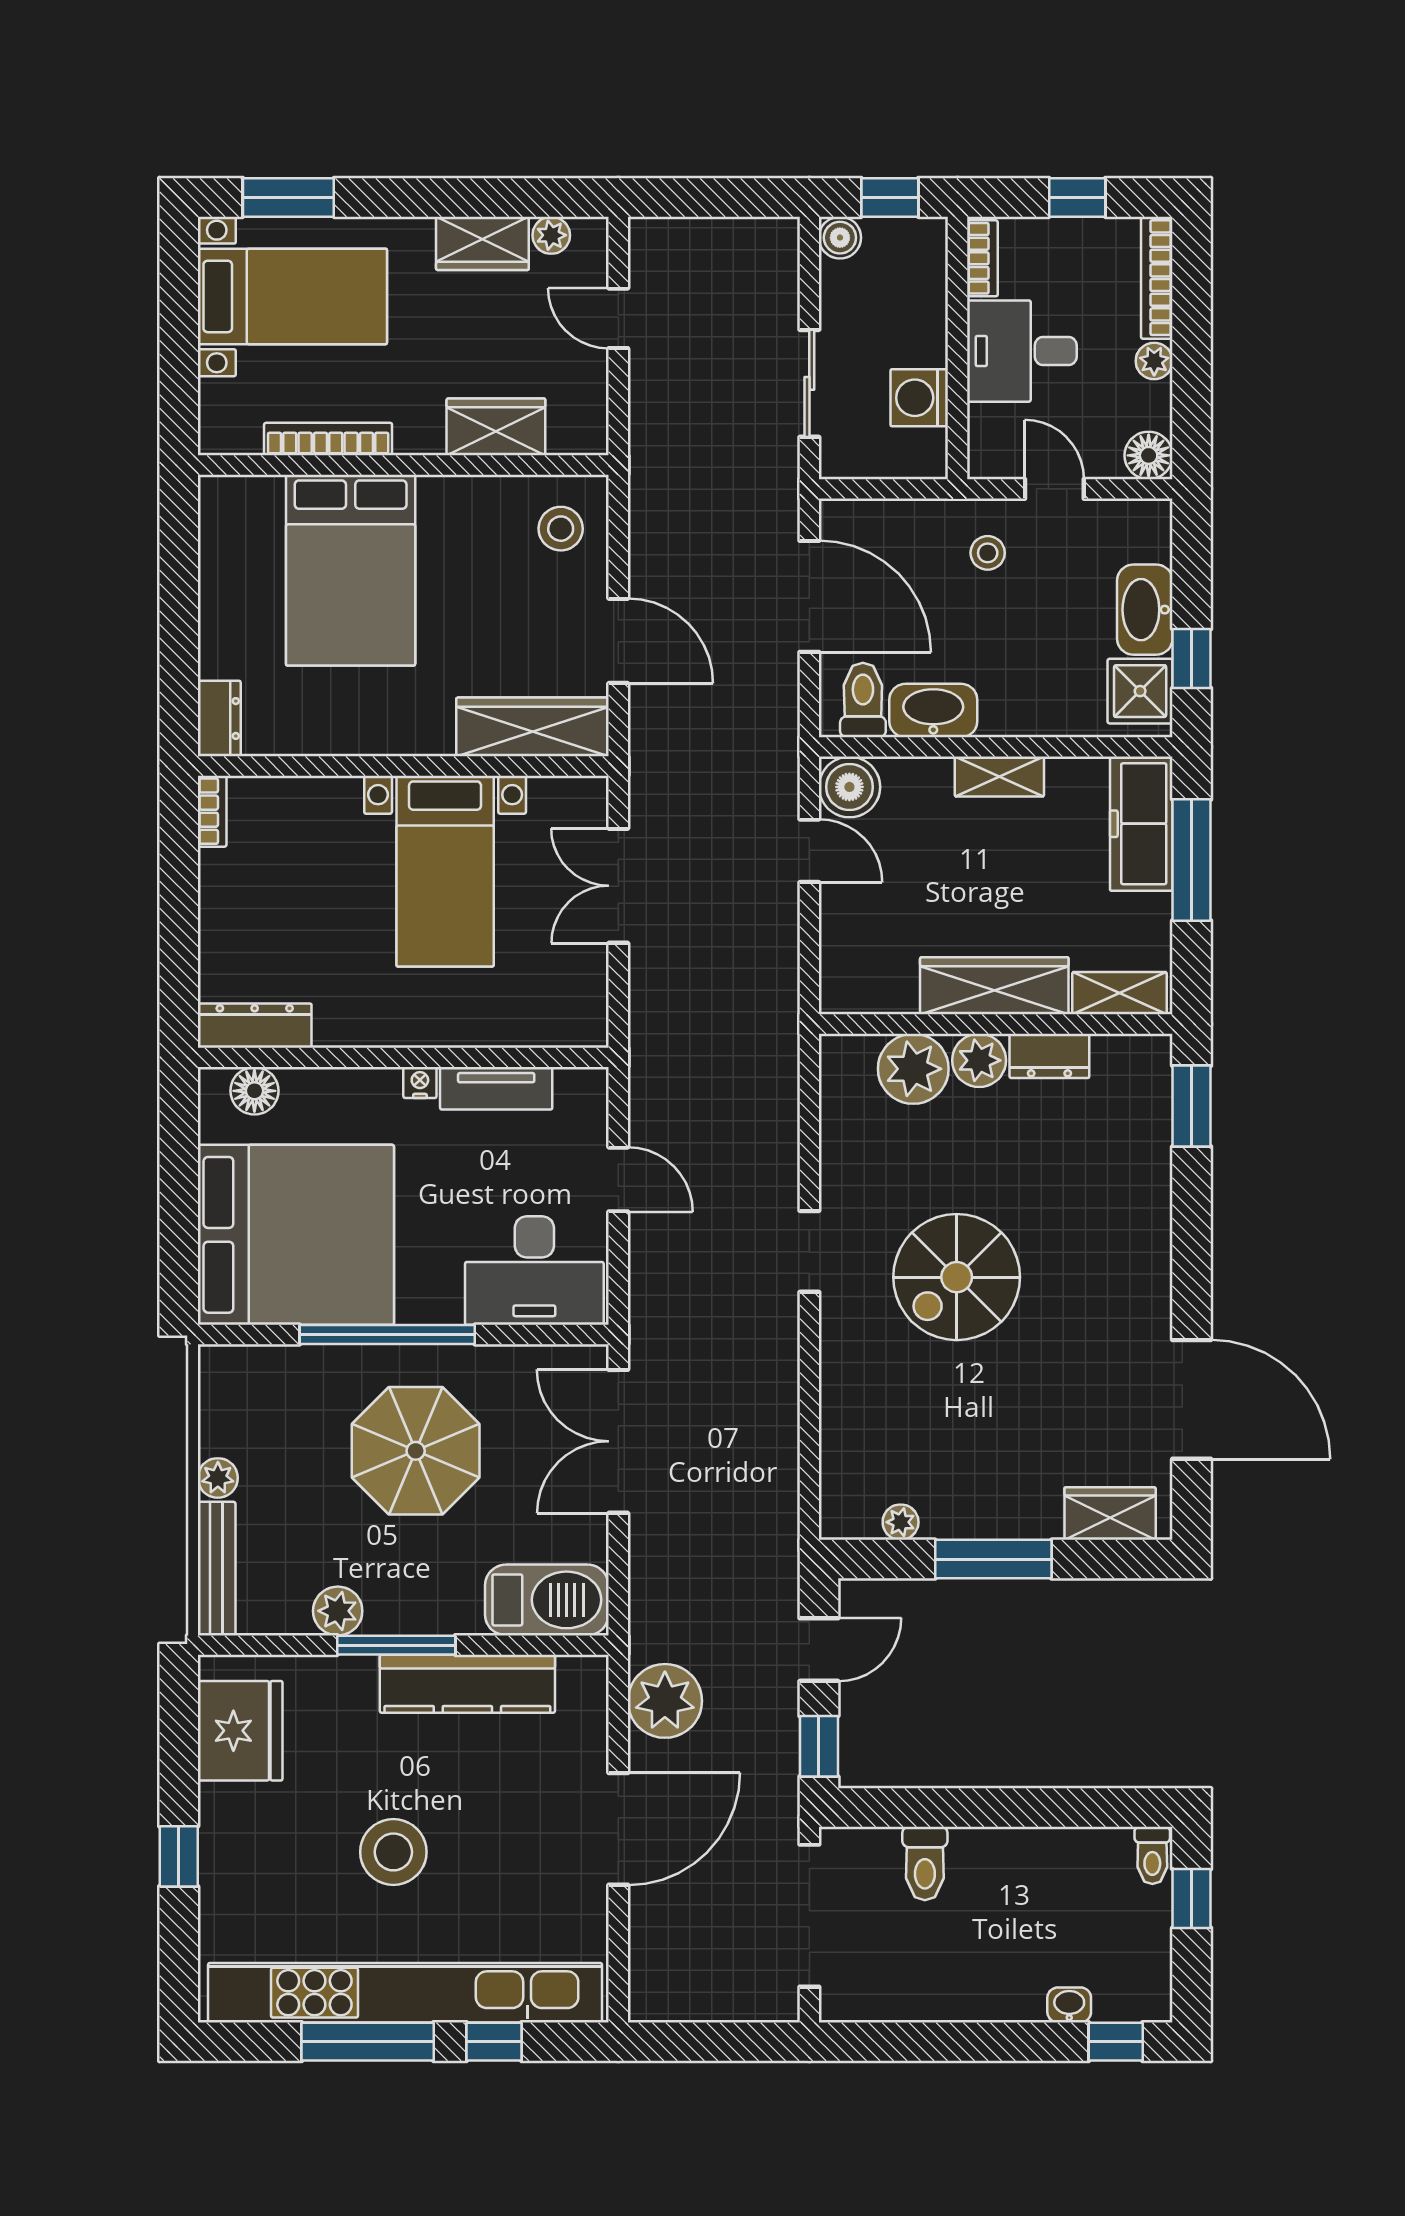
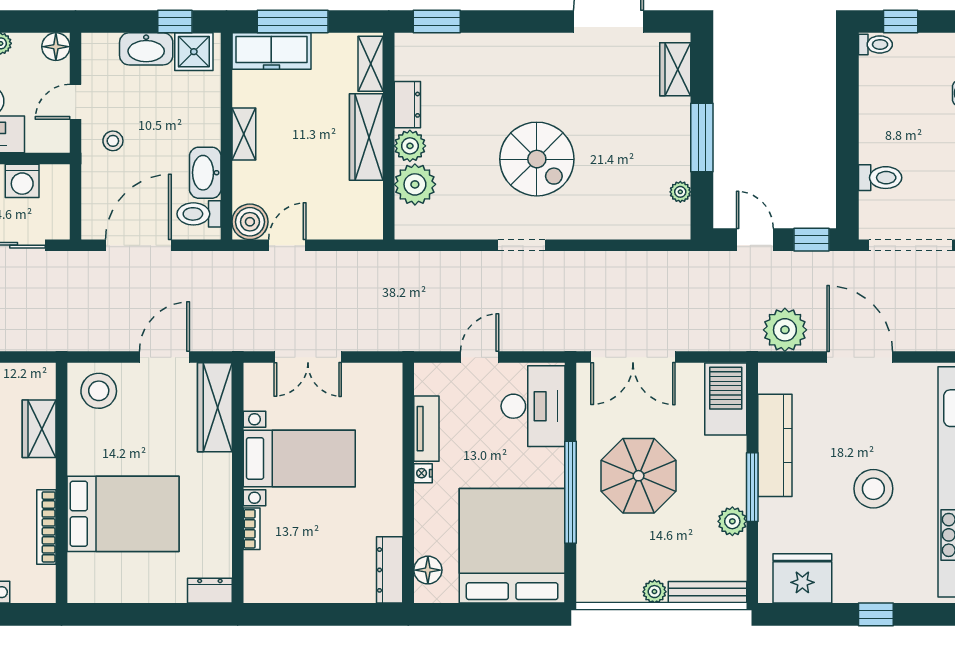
stool: (561, 529) -> (99, 391), width x1.38, depth x1.38
bookcase: (212, 811) -> (252, 529), moved, turned 90

